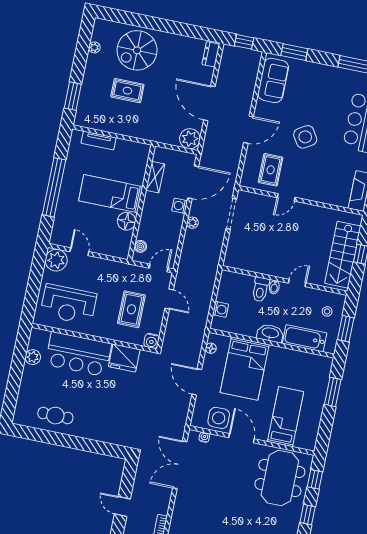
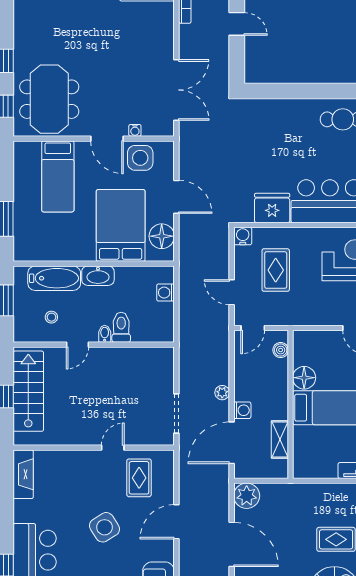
stool: (327, 311) -> (51, 317), moved
floor lamp: (211, 348) -> (162, 236), width x1.89, depth x1.89
water cooler: (204, 437) -> (135, 130), moved

